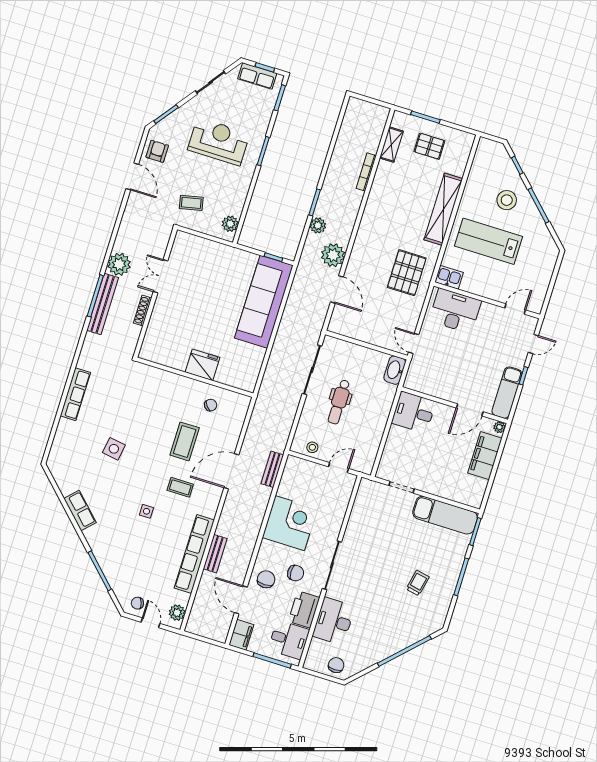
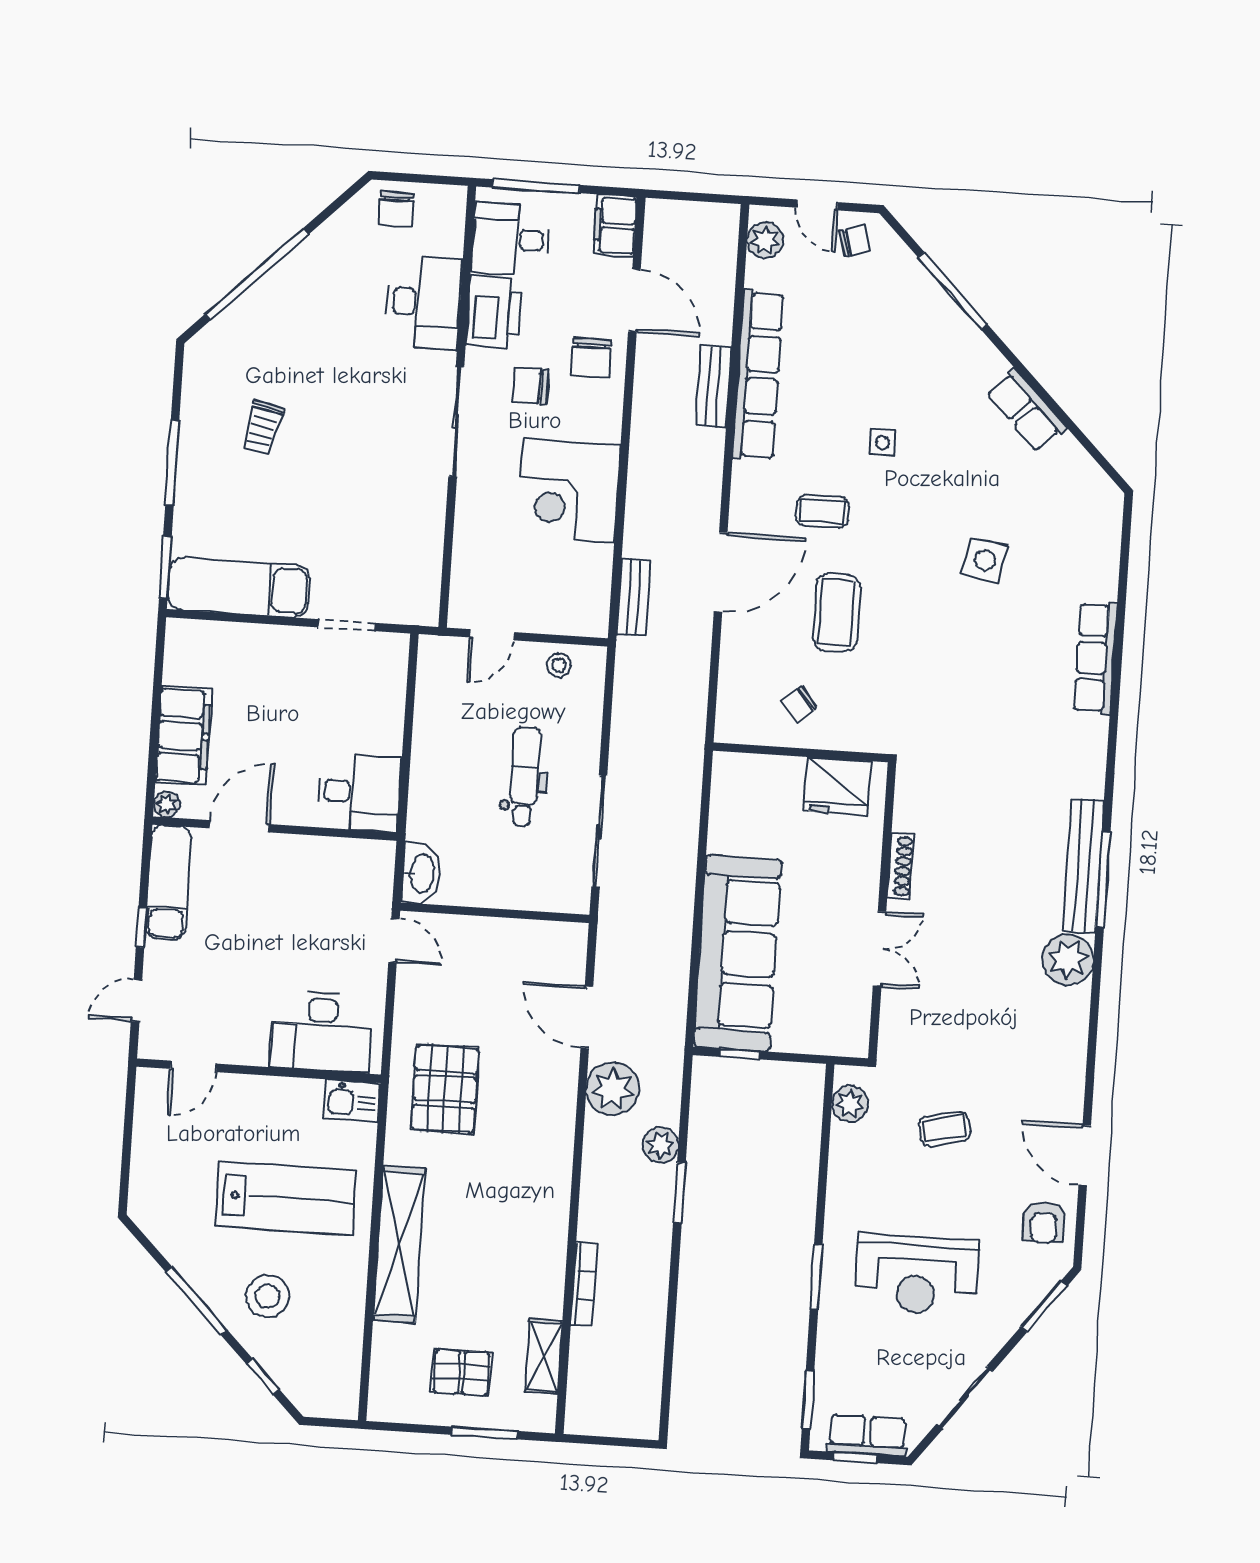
double door: (160, 276) -> (880, 949), moved
wall: (155, 293) -> (882, 911), moved
shoe rack: (143, 311) -> (900, 866), moved

